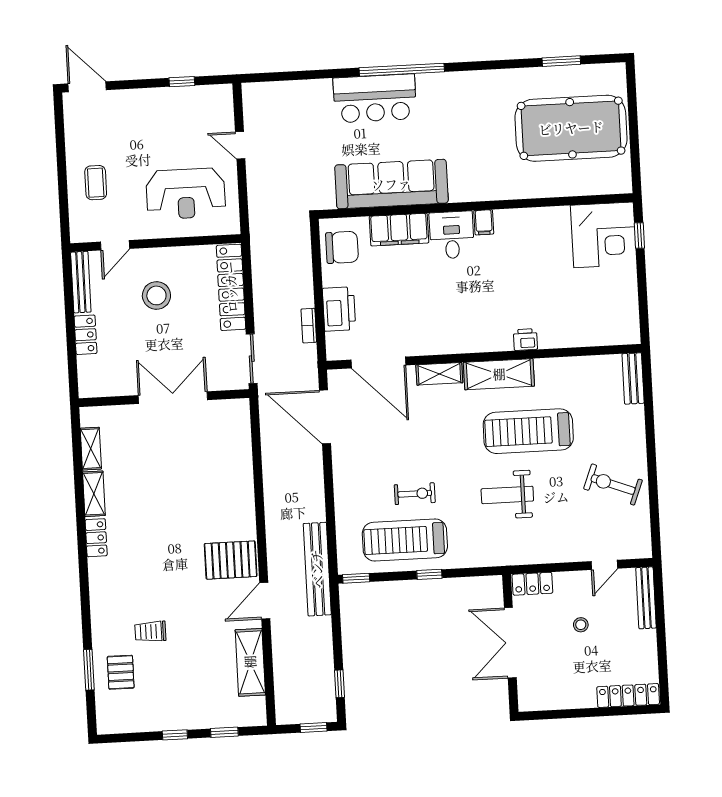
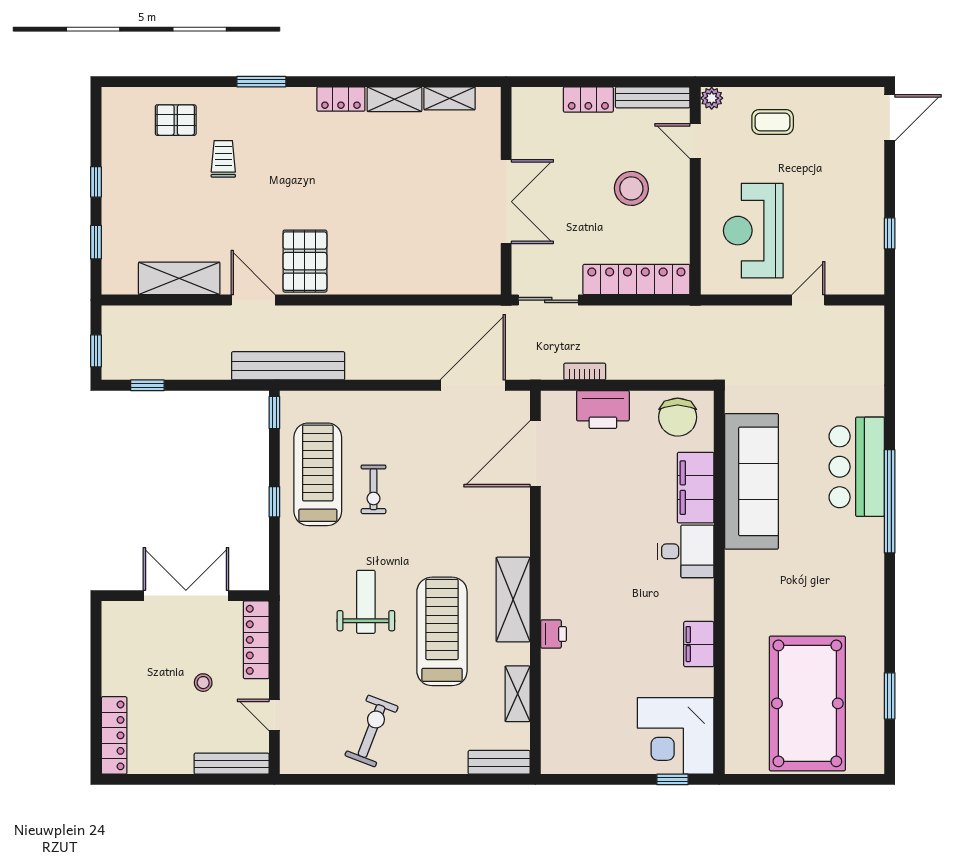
filing cabinet: (484, 222) -> (699, 644), moved, width x2.00
plant: (79, 234) -> (712, 98), added
shelving: (439, 374) -> (518, 694), moved
locker: (532, 584) -> (256, 640), width x1.53
window: (89, 670) -> (261, 82), moved

